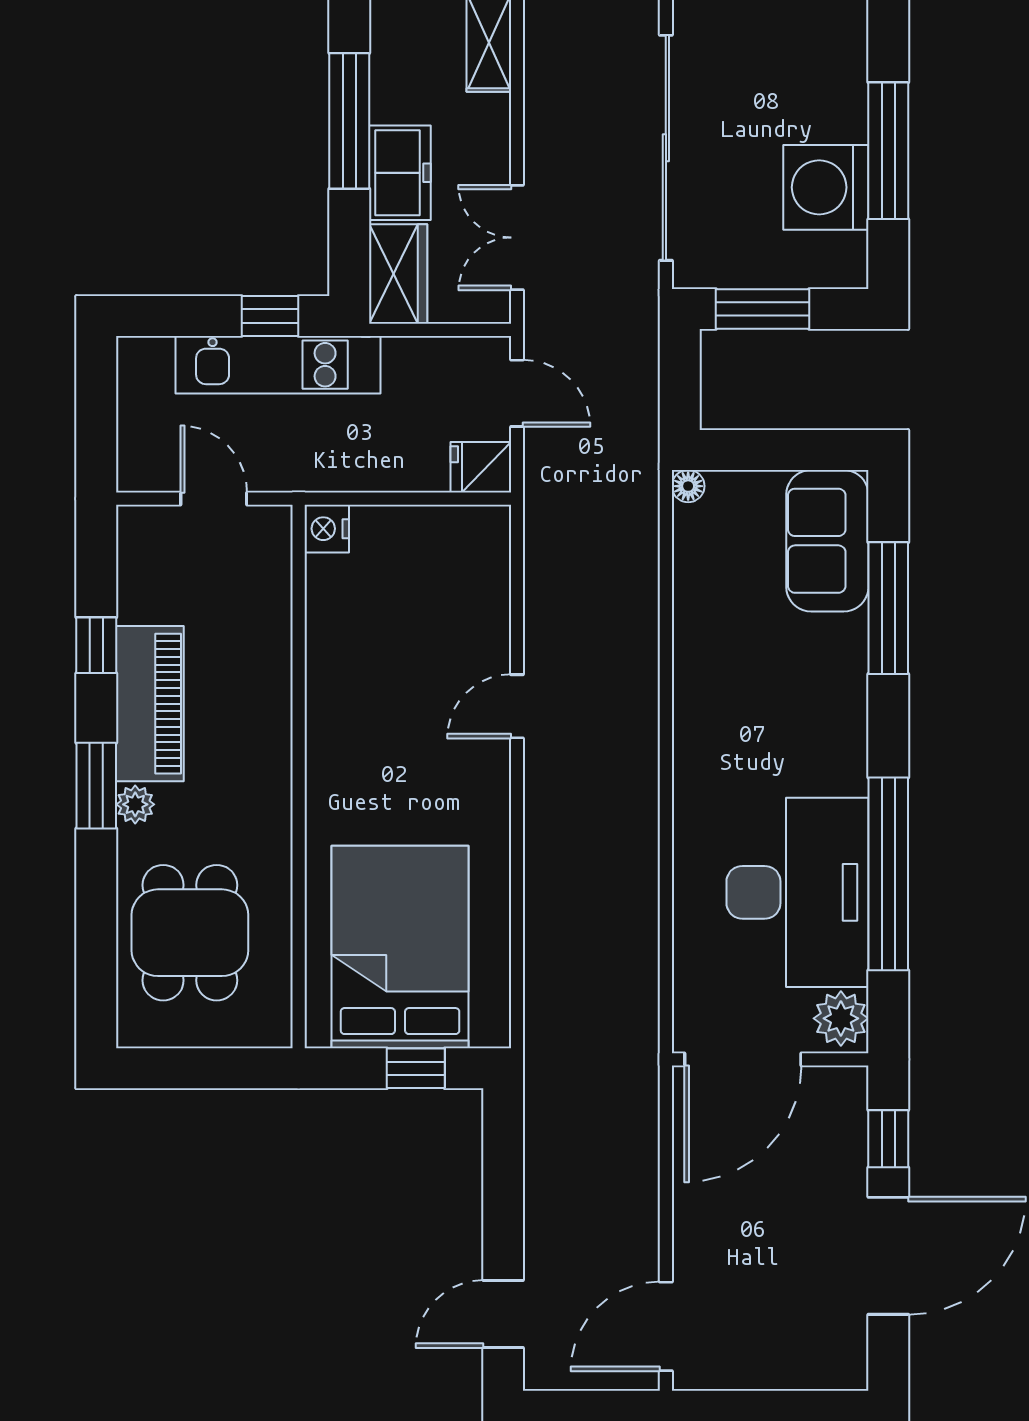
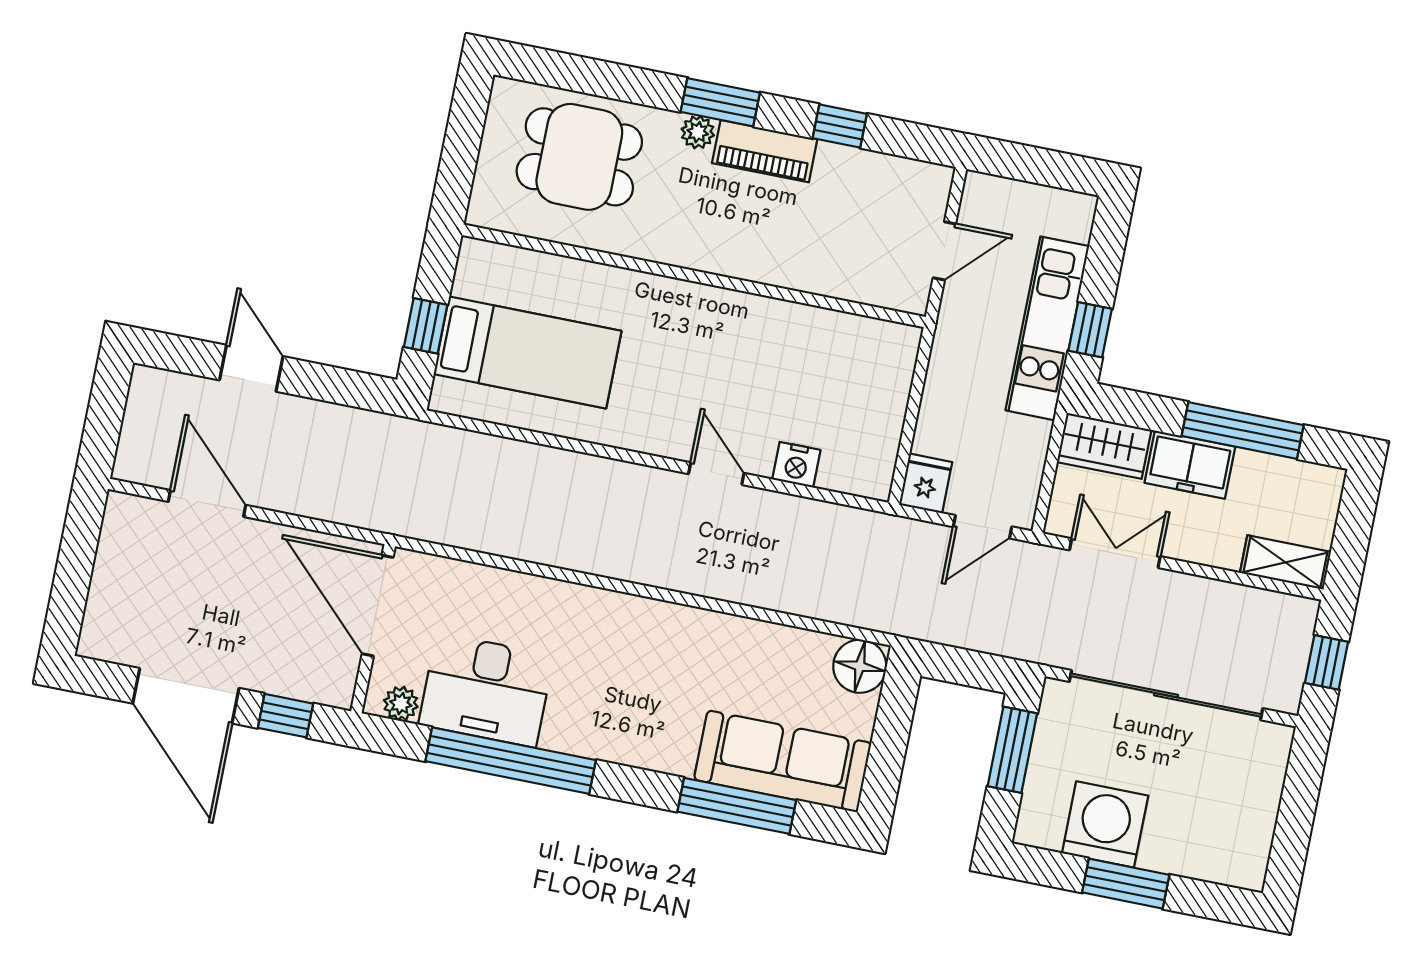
window: (888, 151) -> (1126, 884), width x0.69
floor lamp: (688, 486) -> (860, 666), width x1.89, depth x1.89
nightstand: (327, 529) -> (796, 465), moved, turned 180
sofa: (827, 541) -> (783, 761), width x1.36
piano: (150, 704) -> (765, 151), width x0.73, depth x0.75
desk: (797, 892) -> (486, 690), width x0.73, depth x0.77
bed: (400, 947) -> (528, 353), width x0.67
plant: (841, 1018) -> (401, 704), width x0.73, depth x0.73
door: (503, 1314) -> (251, 368), moved
door: (666, 1326) -> (207, 503), moved

